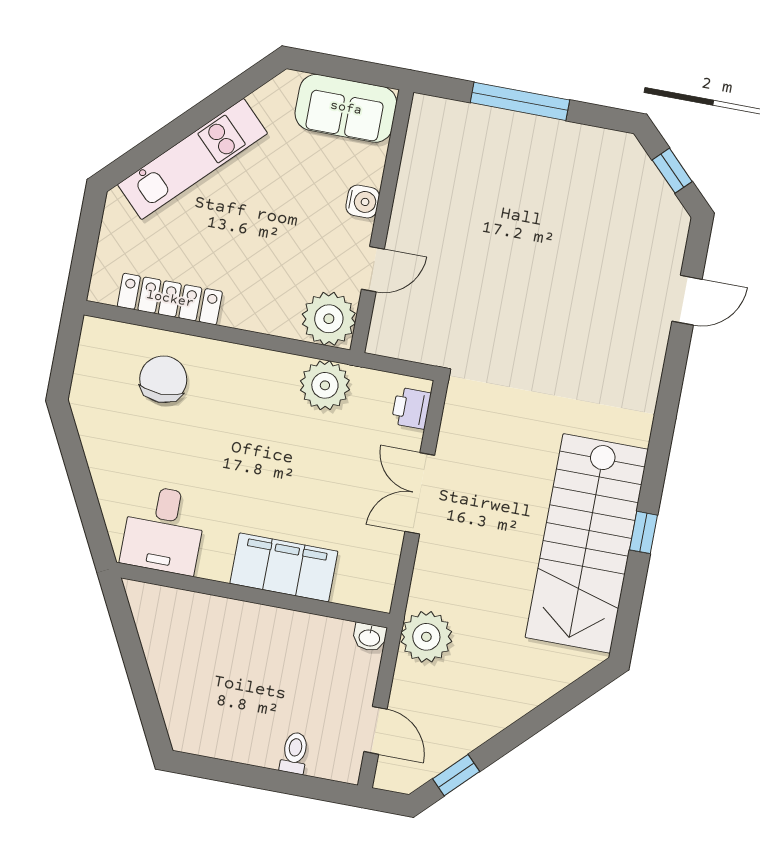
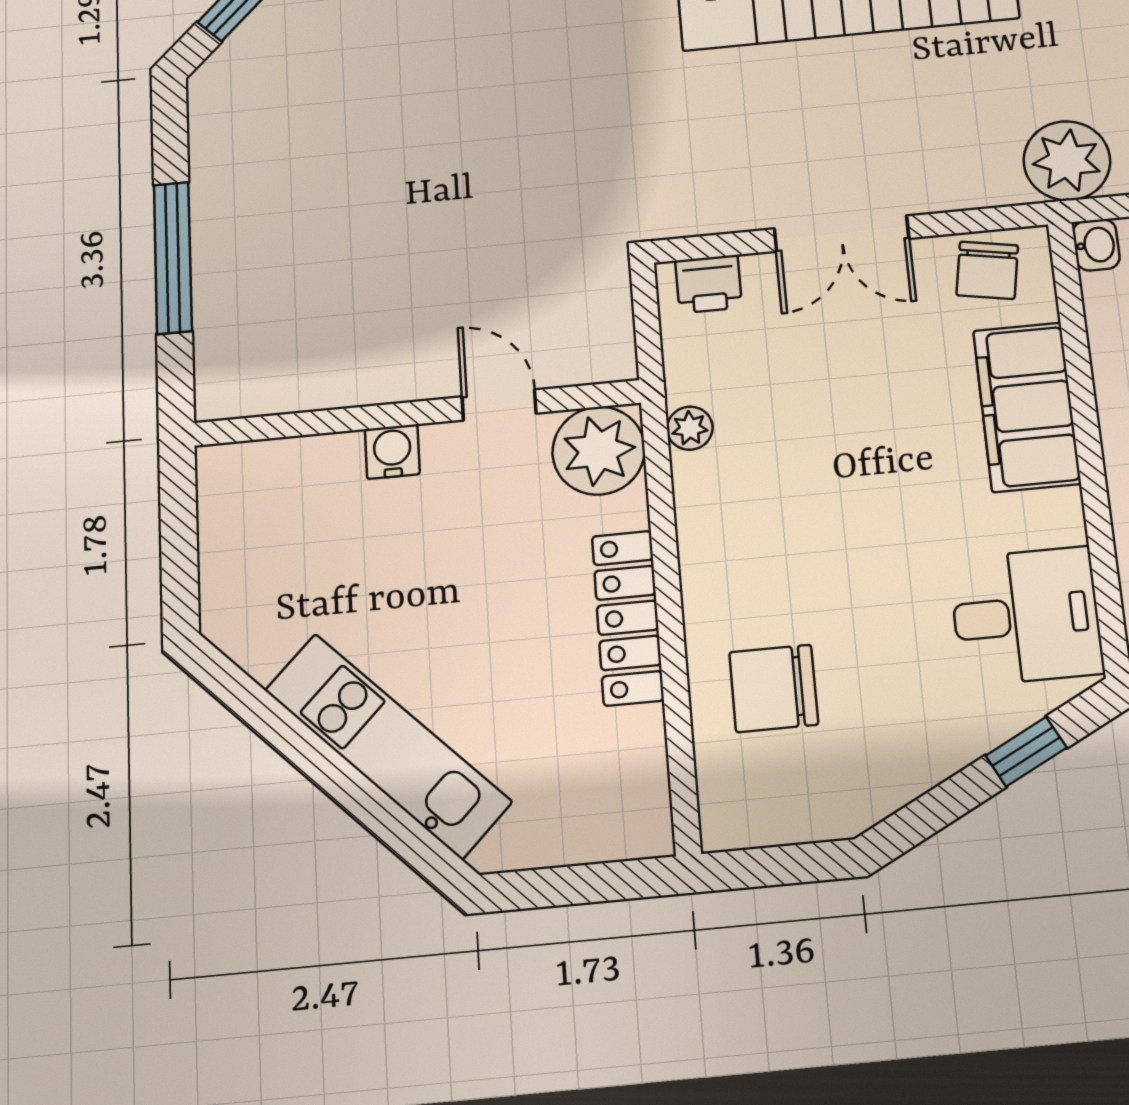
sofa: (346, 108) -> (245, 521), removed
locker: (170, 299) -> (628, 618), moved
plant: (325, 385) -> (690, 428), width x0.53, depth x0.53
window: (89, 506) -> (1026, 752), added
chair: (372, 570) -> (987, 270), added

